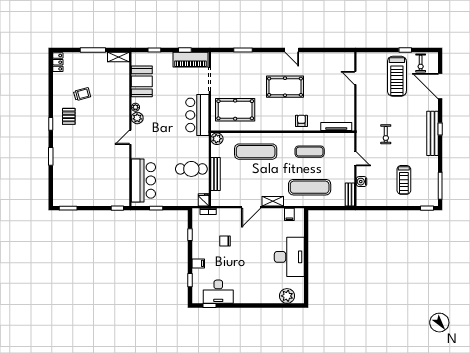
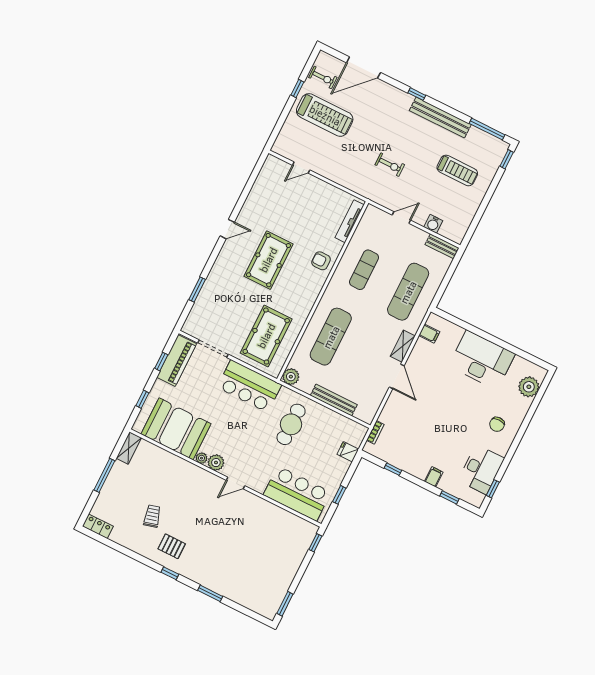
booth: (142, 81) -> (176, 429), width x1.36, depth x1.42
bench: (432, 133) -> (440, 118), moved
door: (130, 137) -> (236, 483), hinge flipped
cafe table: (191, 169) -> (291, 424), moved
fridge: (204, 200) -> (348, 452), moved
chair: (225, 241) -> (497, 424), moved

